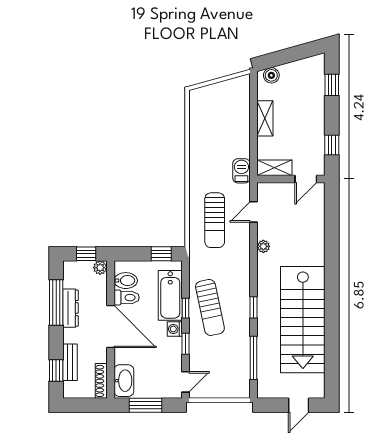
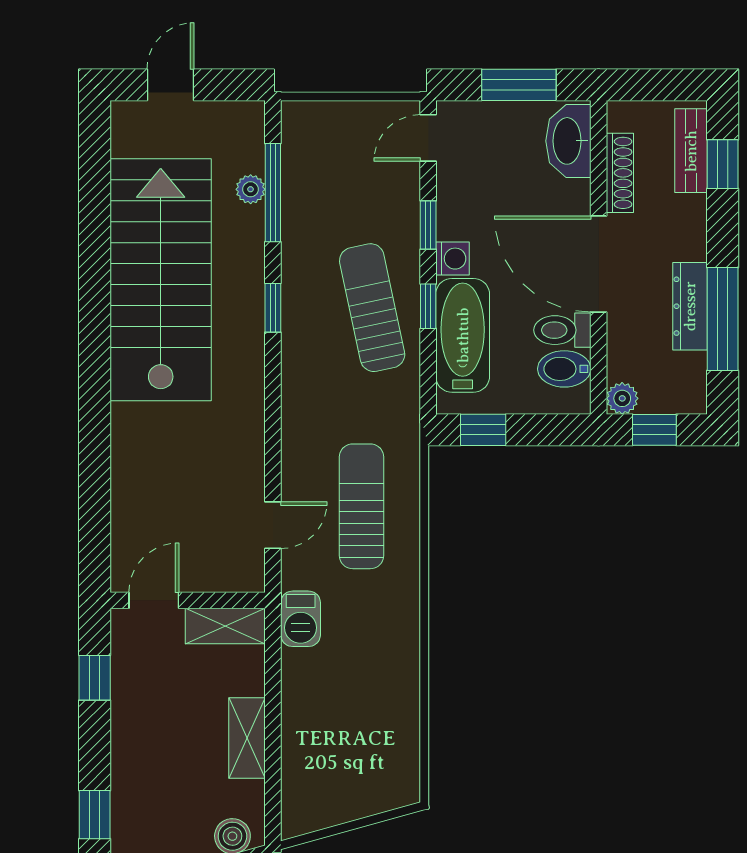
plant: (263, 246) -> (251, 189), moved
bench: (70, 362) -> (691, 151), moved
shoe rack: (101, 381) -> (620, 173), moved

